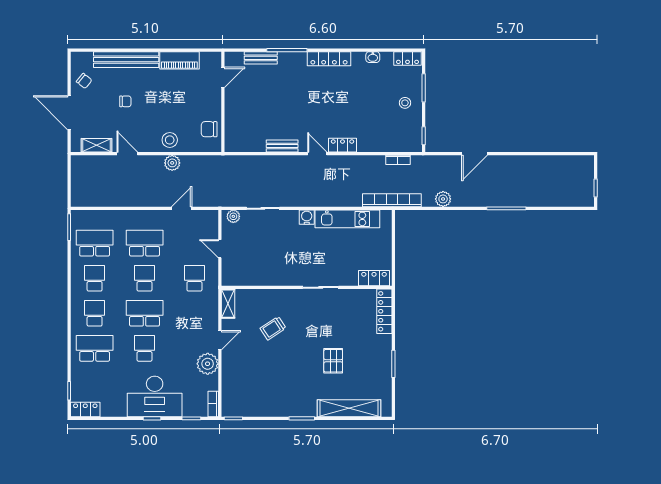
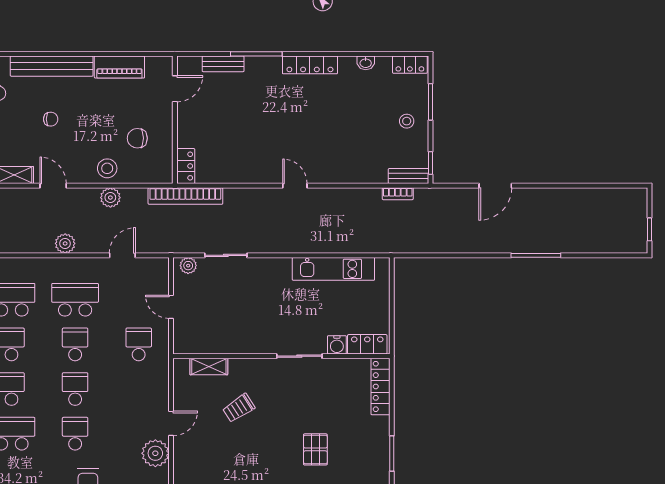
chair: (209, 129) -> (137, 138), moved
locker: (342, 145) -> (186, 166), moved, turned 90
bench: (282, 146) -> (409, 176), moved
plant: (443, 199) -> (65, 243), moved
bookcase: (392, 200) -> (185, 196), moved, turned 180
water cooler: (307, 217) -> (337, 345), moved, turned 180
shelving: (228, 304) -> (209, 366), moved, turned 90
school desk: (145, 313) -> (75, 389), width x0.54

